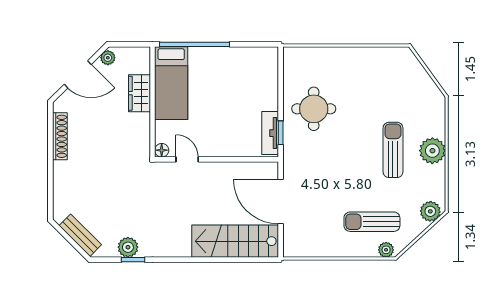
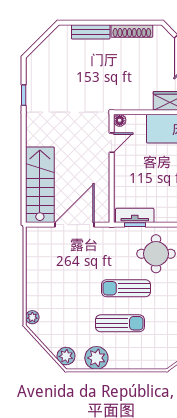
plant: (432, 151) -> (96, 358), moved
sun lounger: (372, 222) -> (126, 288), moved, turned -90
bench: (80, 235) -> (91, 32), moved, turned 45
plant: (128, 247) -> (34, 91), removed

